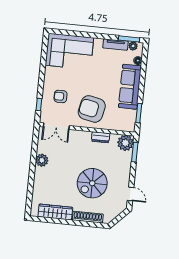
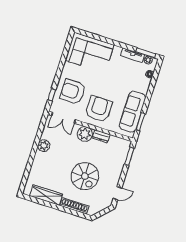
sofa: (130, 87) -> (132, 112), moved
armchair: (60, 96) -> (73, 92), width x1.88, depth x1.88
armchair: (92, 109) -> (99, 109), turned 78
plant: (125, 143) -> (85, 134), moved
spiral stairs: (92, 183) -> (85, 176), turned -90
door: (131, 194) -> (117, 193), hinge flipped

